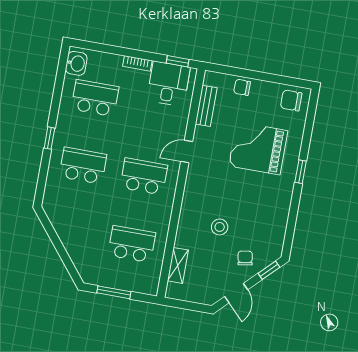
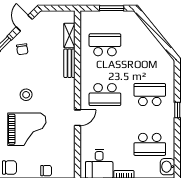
bench: (206, 106) -> (69, 63), moved
school desk: (83, 166) -> (150, 95), turned 180
stool: (220, 227) -> (26, 95), moved
school desk: (132, 244) -> (105, 45), turned 180

